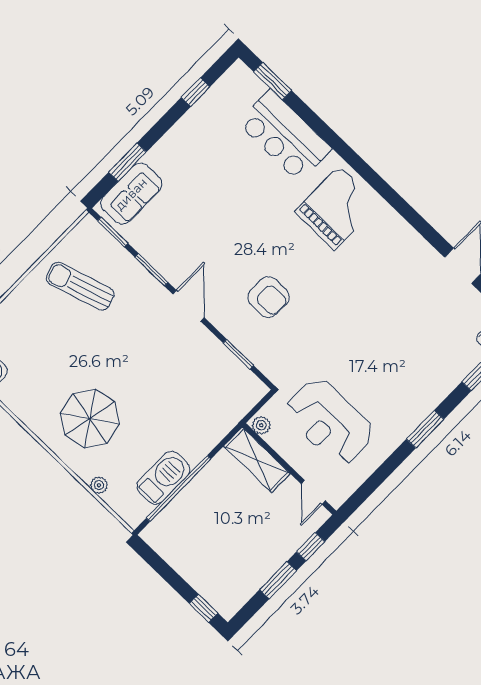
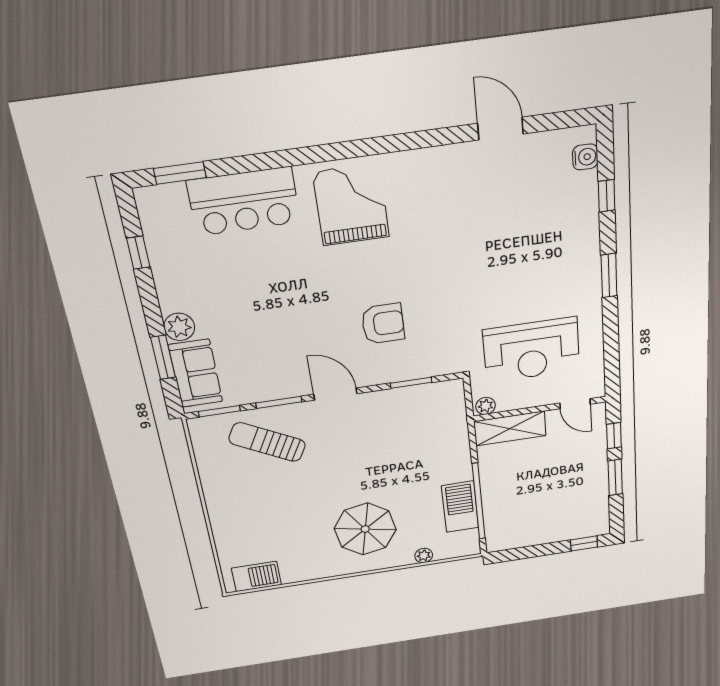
plant: (160, 157) -> (179, 327), added
sun lounger: (80, 286) -> (267, 442), moved, turned 45

